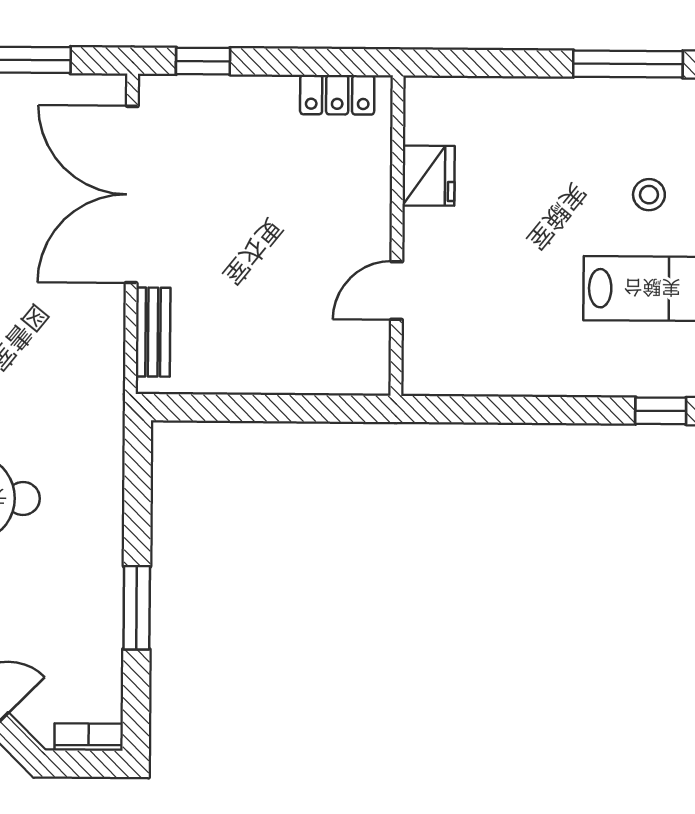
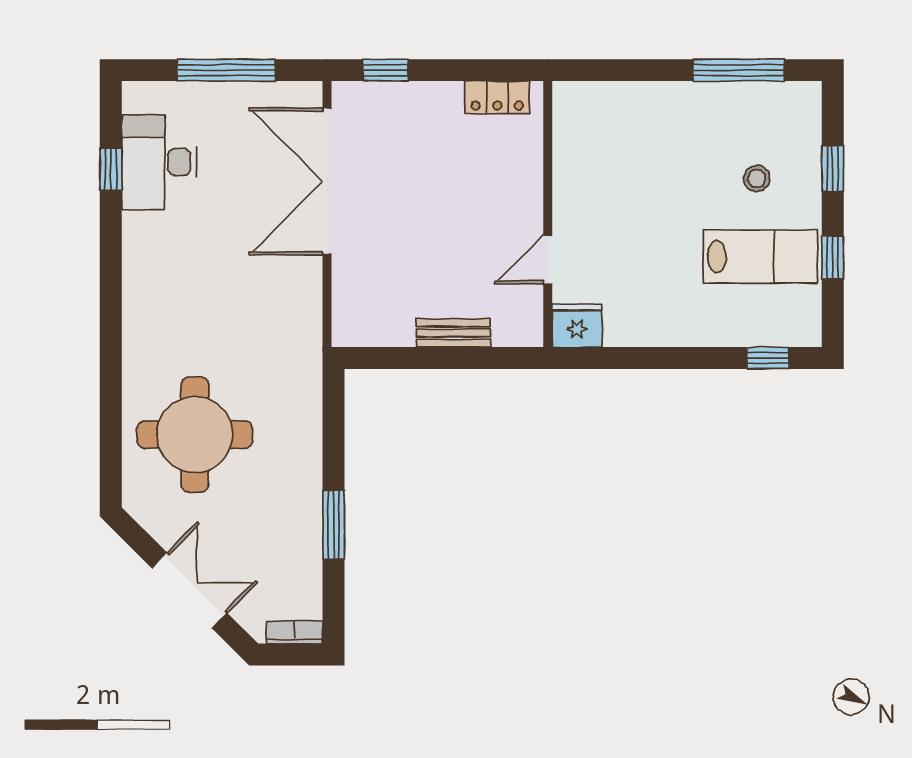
fridge: (429, 176) -> (577, 326), moved, turned -90
bench: (153, 332) -> (454, 333), moved, turned 90

